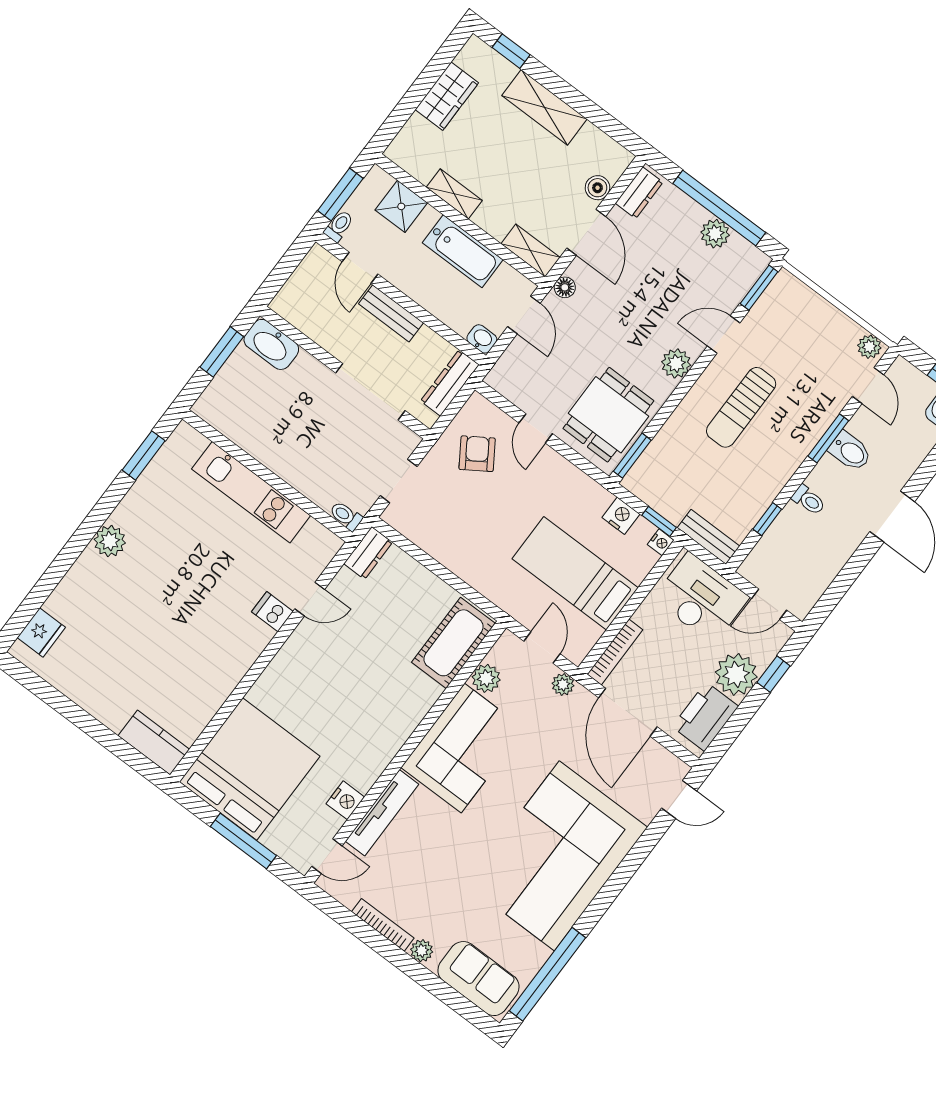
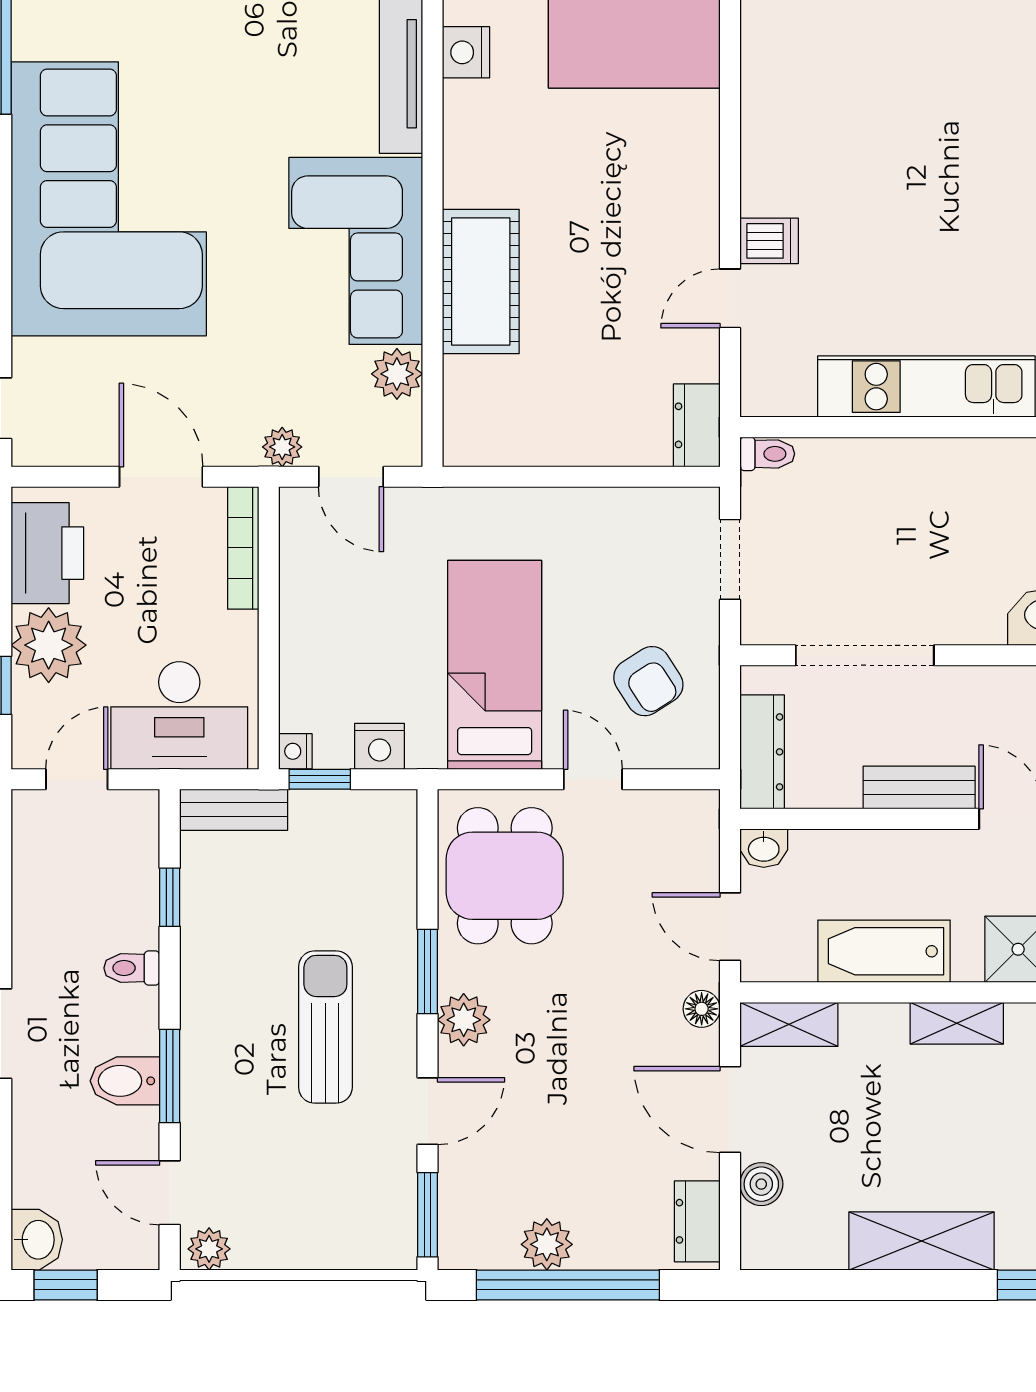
window: (632, 456) -> (427, 972), moved
bed: (575, 573) -> (495, 665), moved, turned -90
cot: (453, 643) -> (481, 281), moved
door: (628, 712) -> (161, 477), width x0.73

